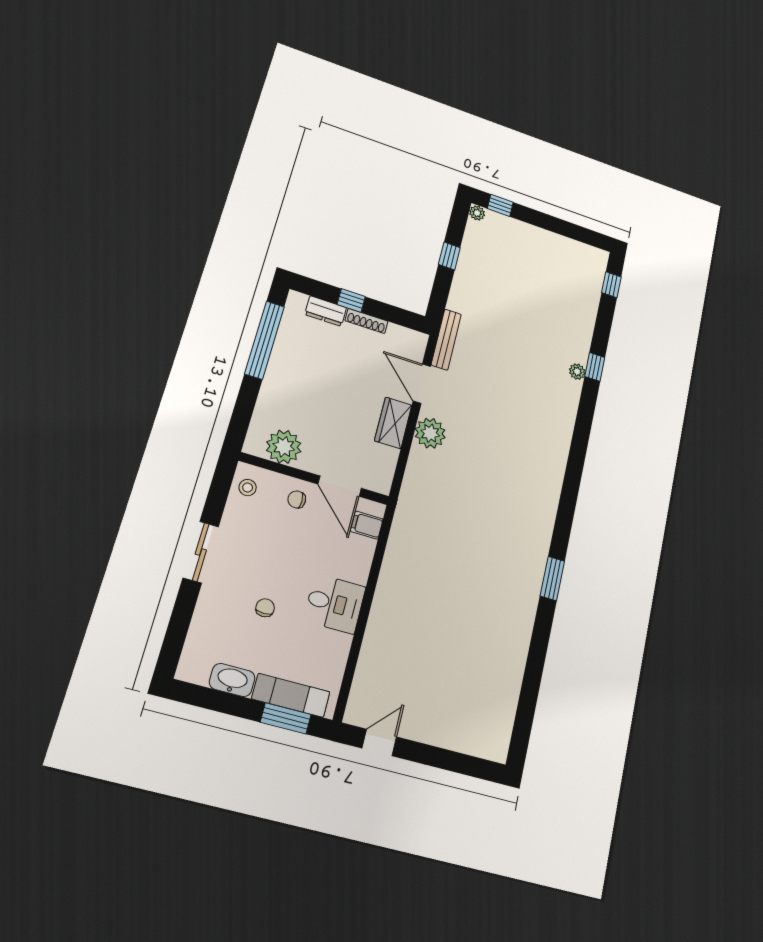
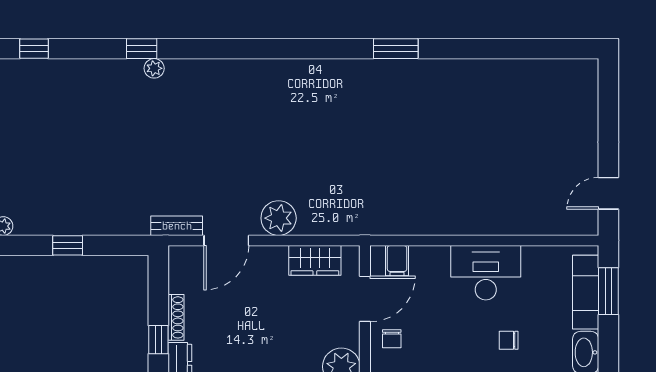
bench: (446, 339) -> (177, 226), width x0.73
wardrobe: (393, 423) -> (315, 260), moved
desk: (335, 604) -> (486, 273), width x1.37
door: (379, 743) -> (608, 193), hinge flipped

